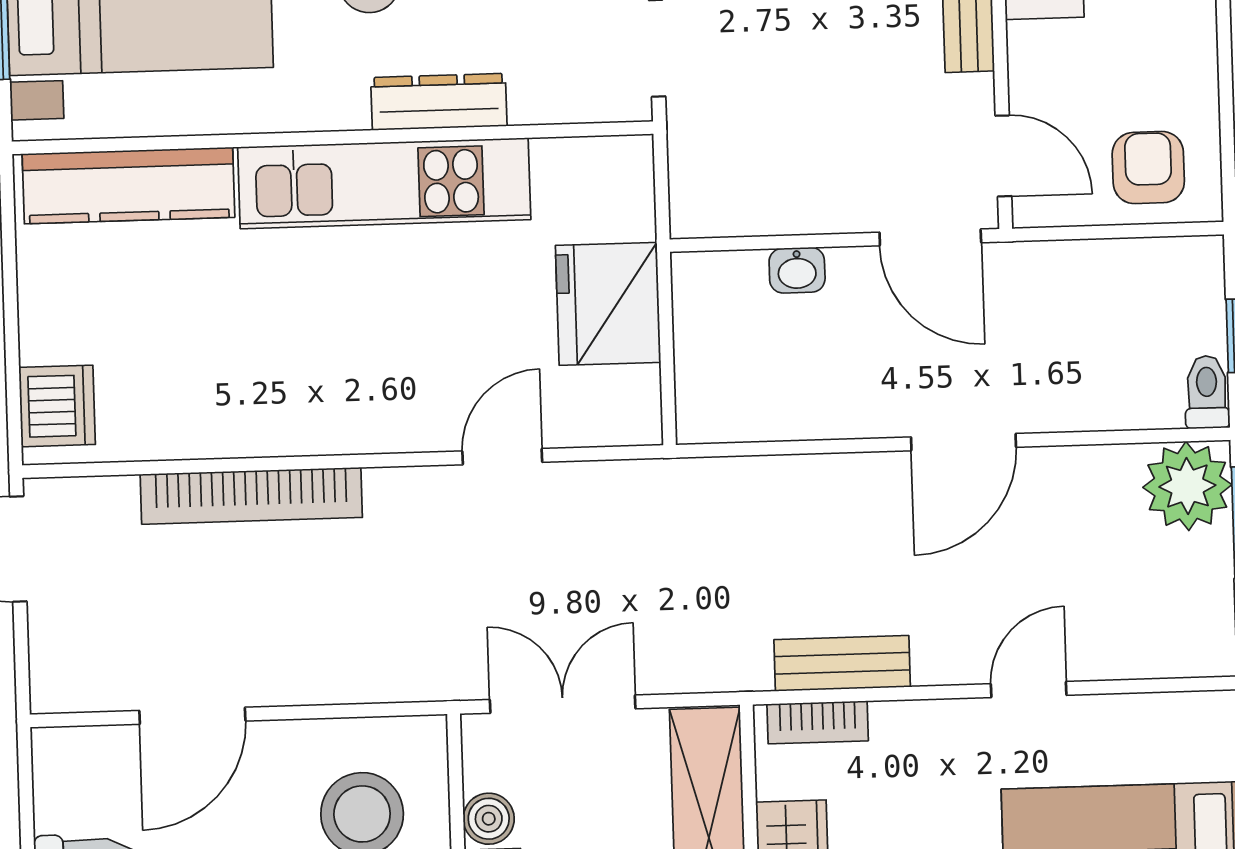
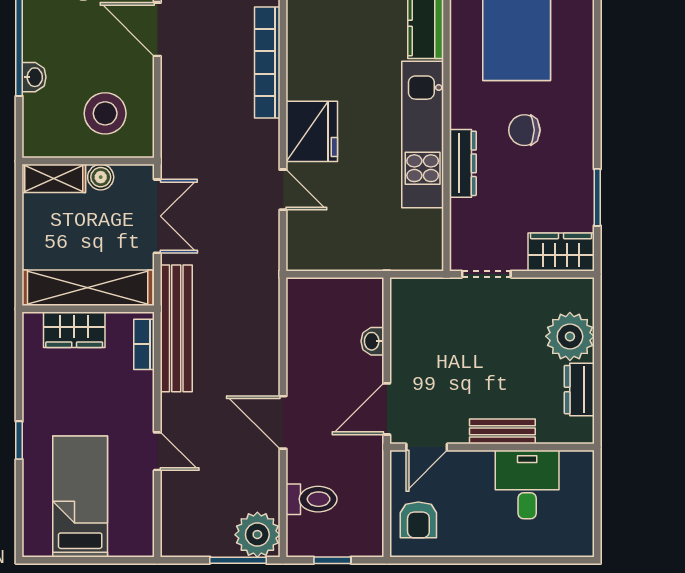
armchair: (1148, 168) -> (418, 520), turned 90
fridge: (608, 304) -> (312, 131), moved, turned 90
toilet: (1207, 392) -> (311, 499), moved, width x1.37, depth x1.39
bench: (842, 663) -> (176, 328), width x1.86, depth x1.21

